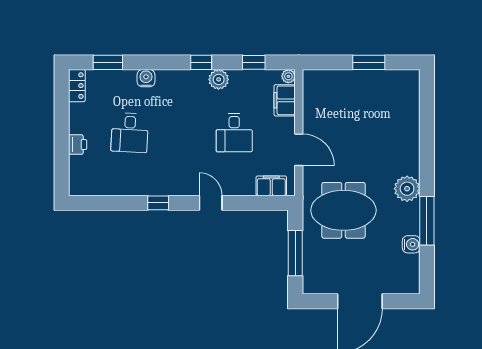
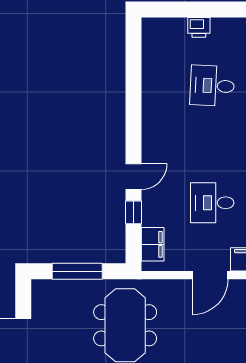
door: (299, 150) -> (210, 275), moved
window: (158, 203) -> (133, 212), moved

